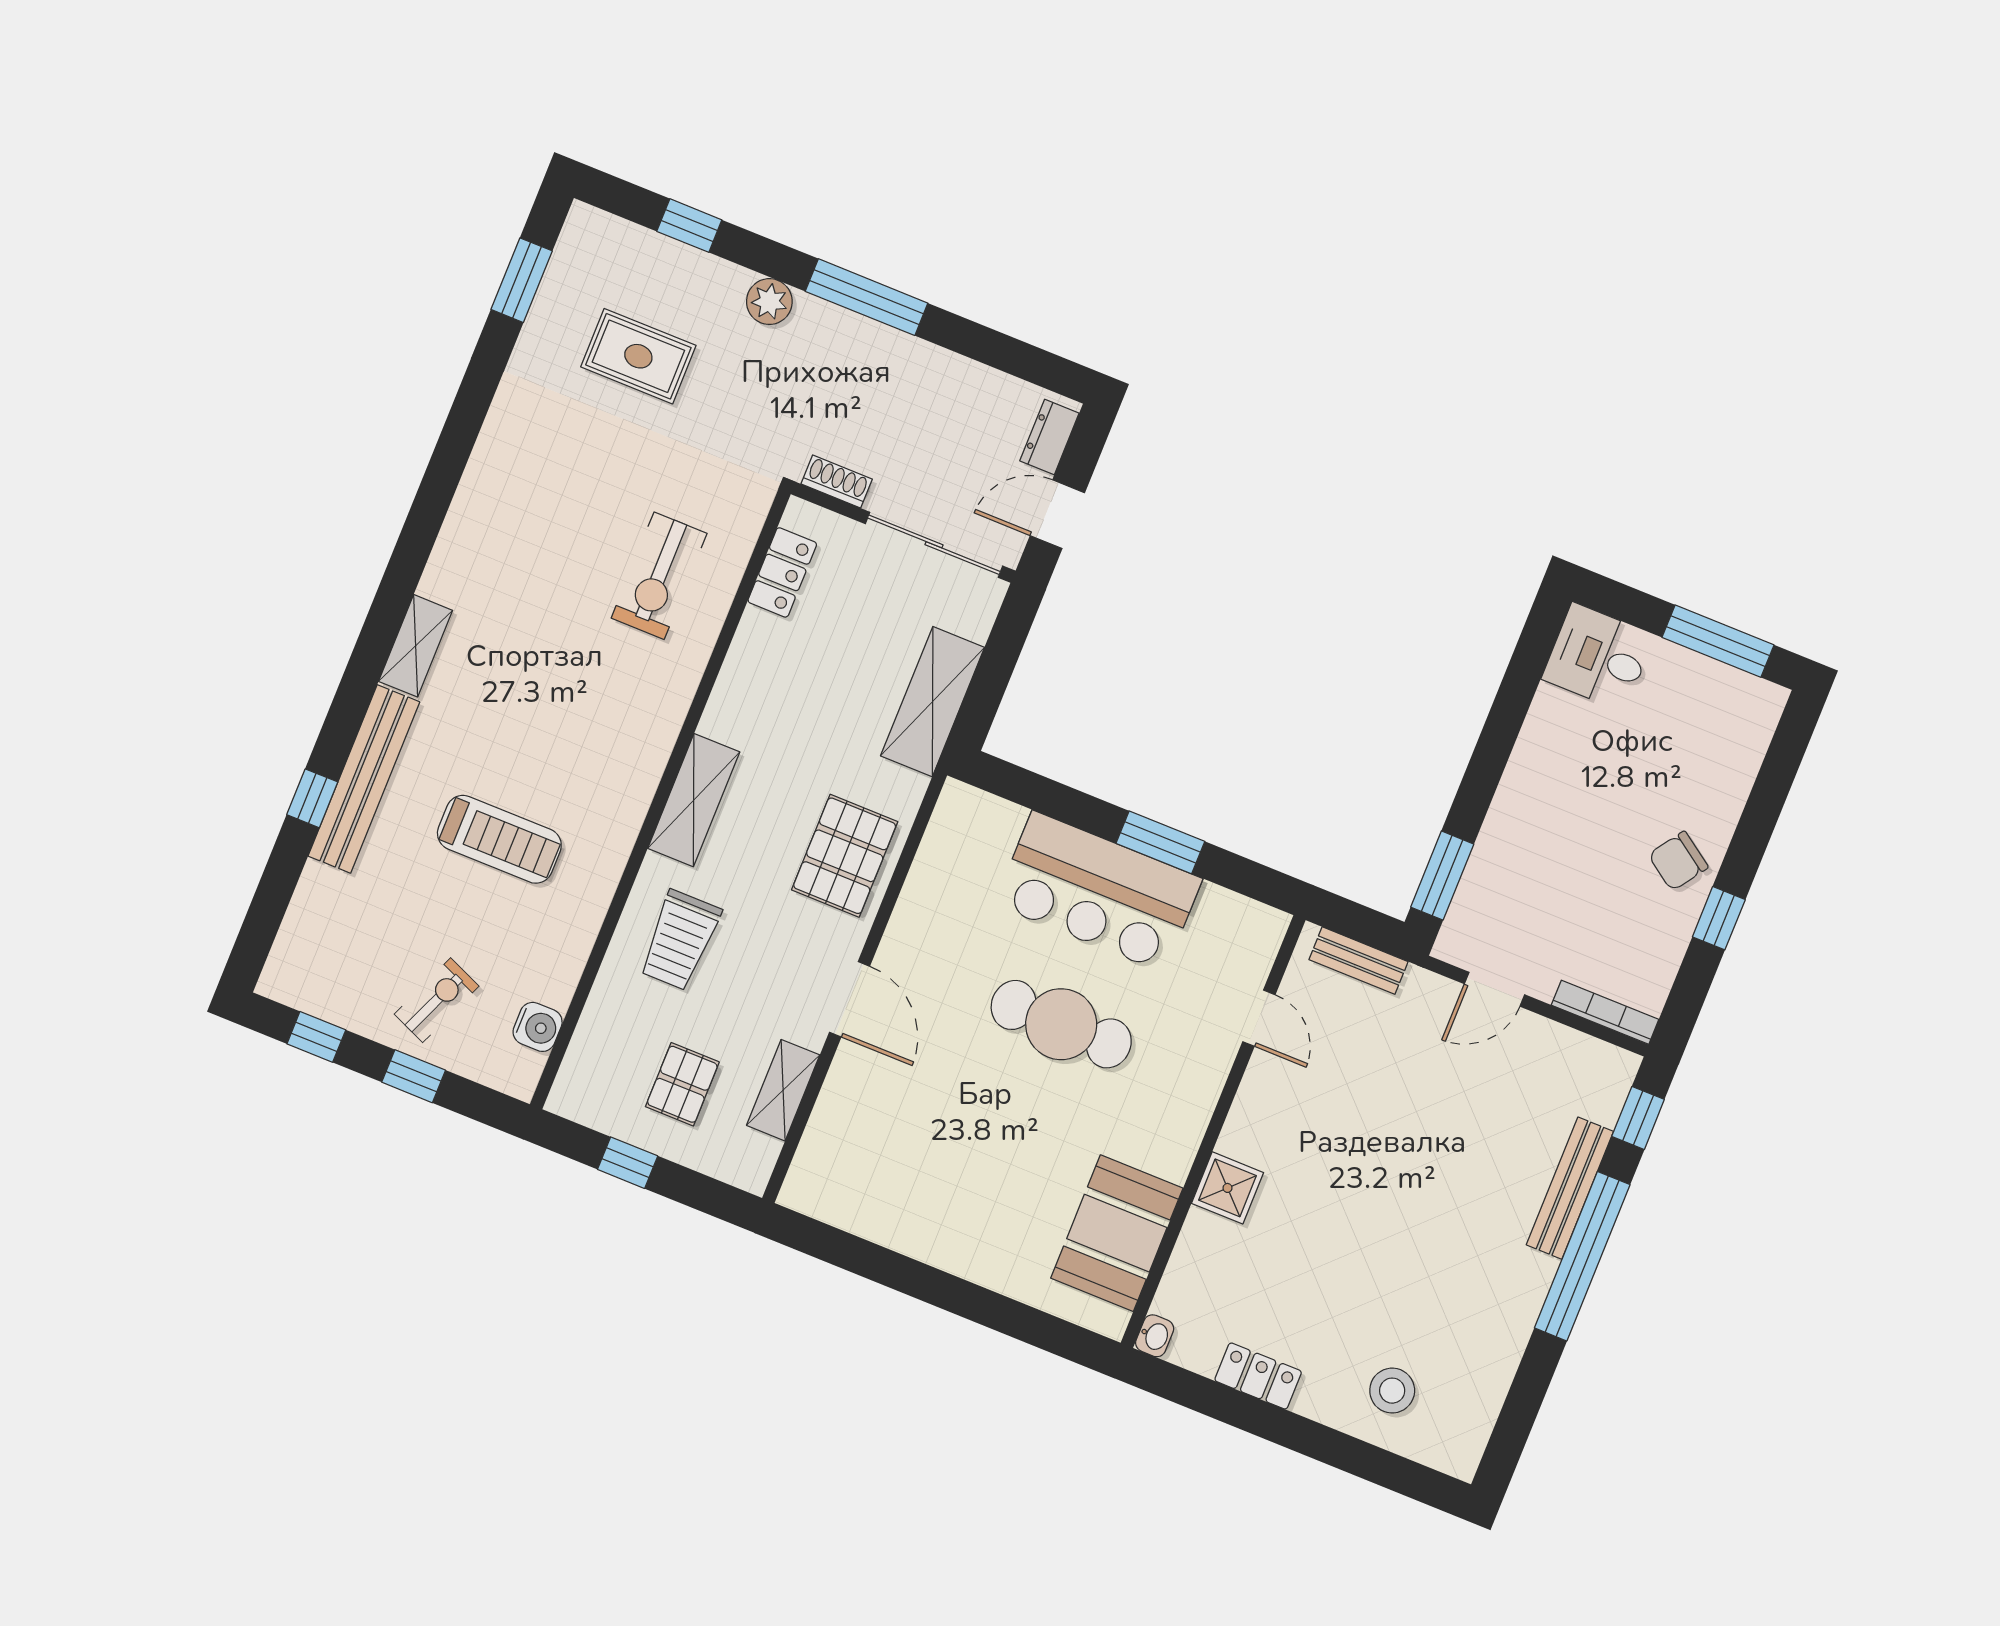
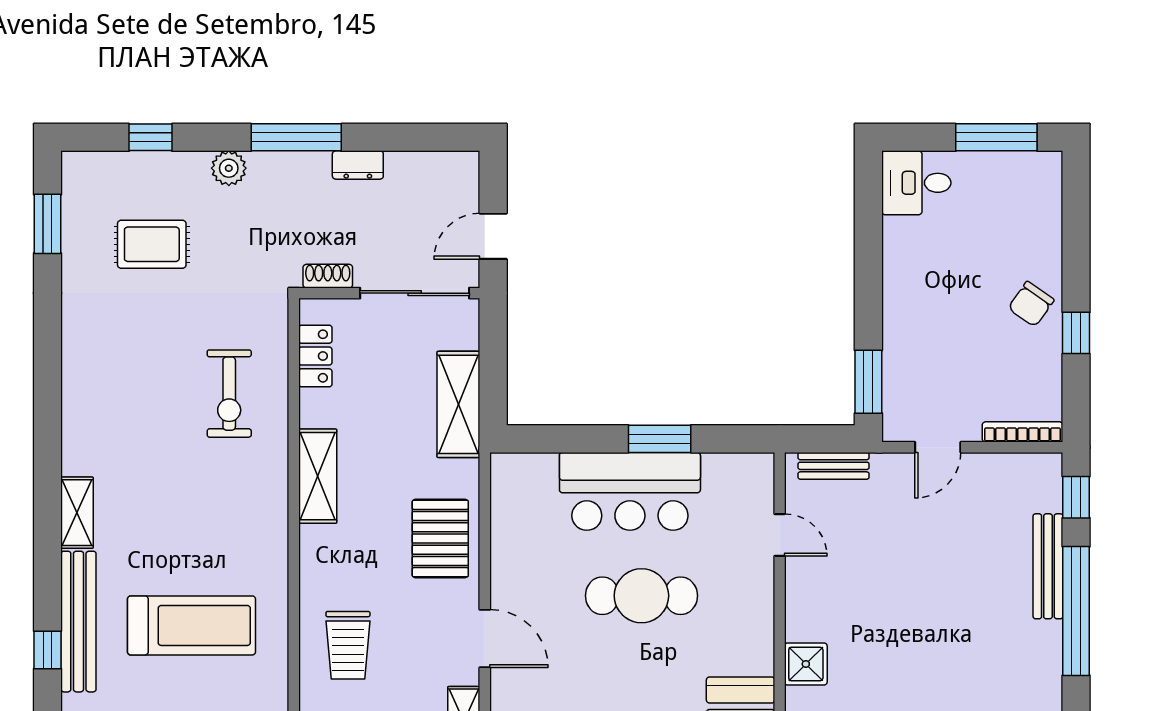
dresser: (1049, 437) -> (358, 165), moved, turned -90
shelving: (694, 800) -> (318, 476), moved
treadmill: (499, 839) -> (191, 625), width x1.37, depth x1.38

